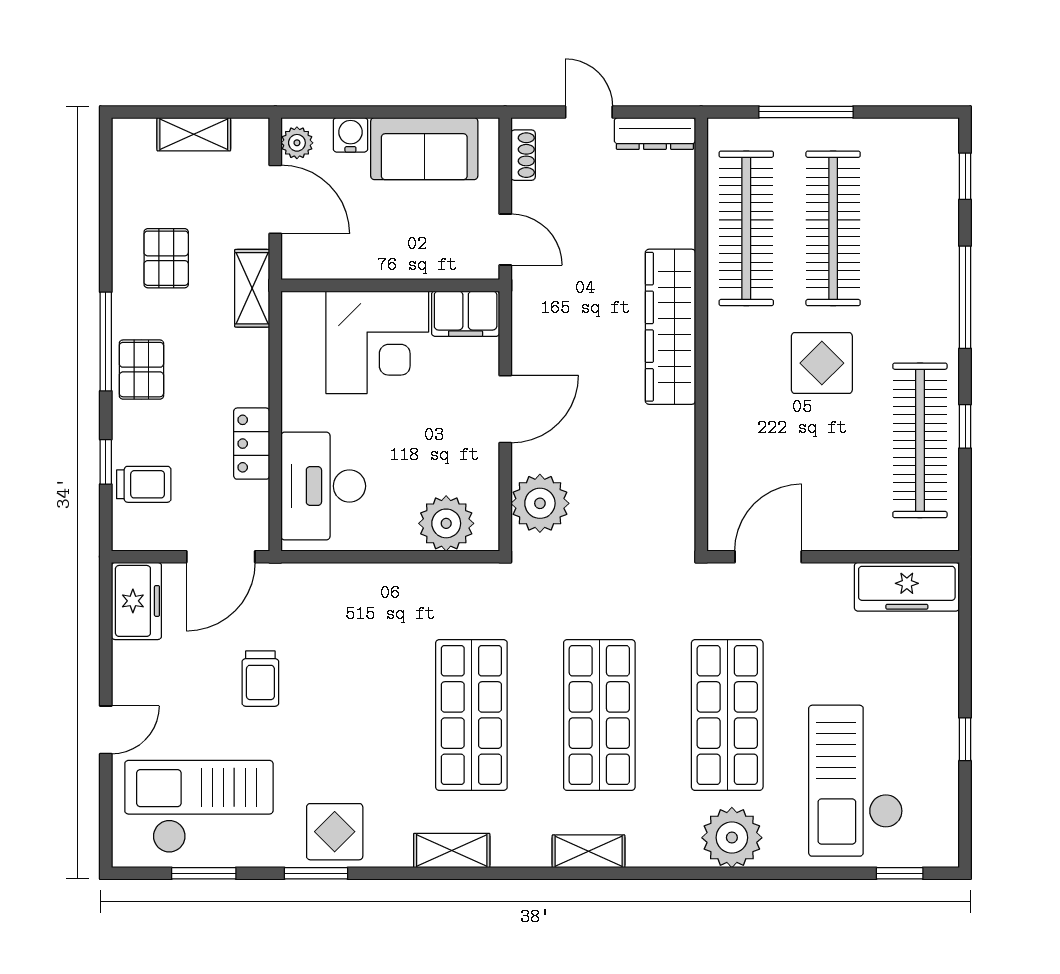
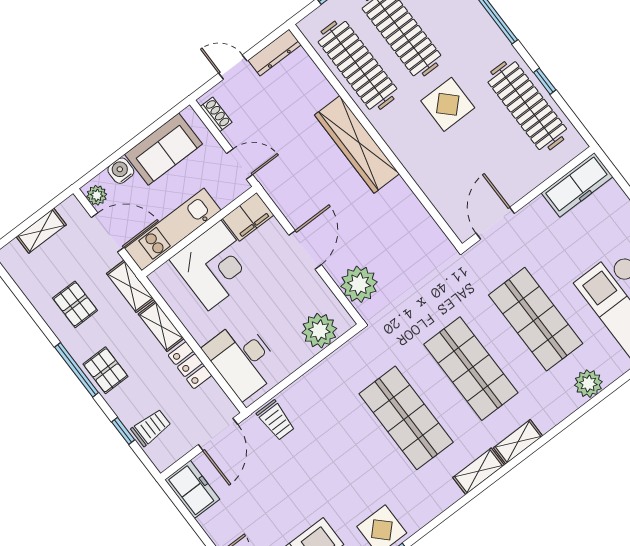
kitchen unit: (359, 258) -> (173, 229), added
shelving: (253, 368) -> (161, 326), added
trolley: (260, 679) -> (276, 420), moved
plant: (732, 838) -> (588, 384), width x0.73, depth x0.73
shelving: (452, 851) -> (478, 471), moved

